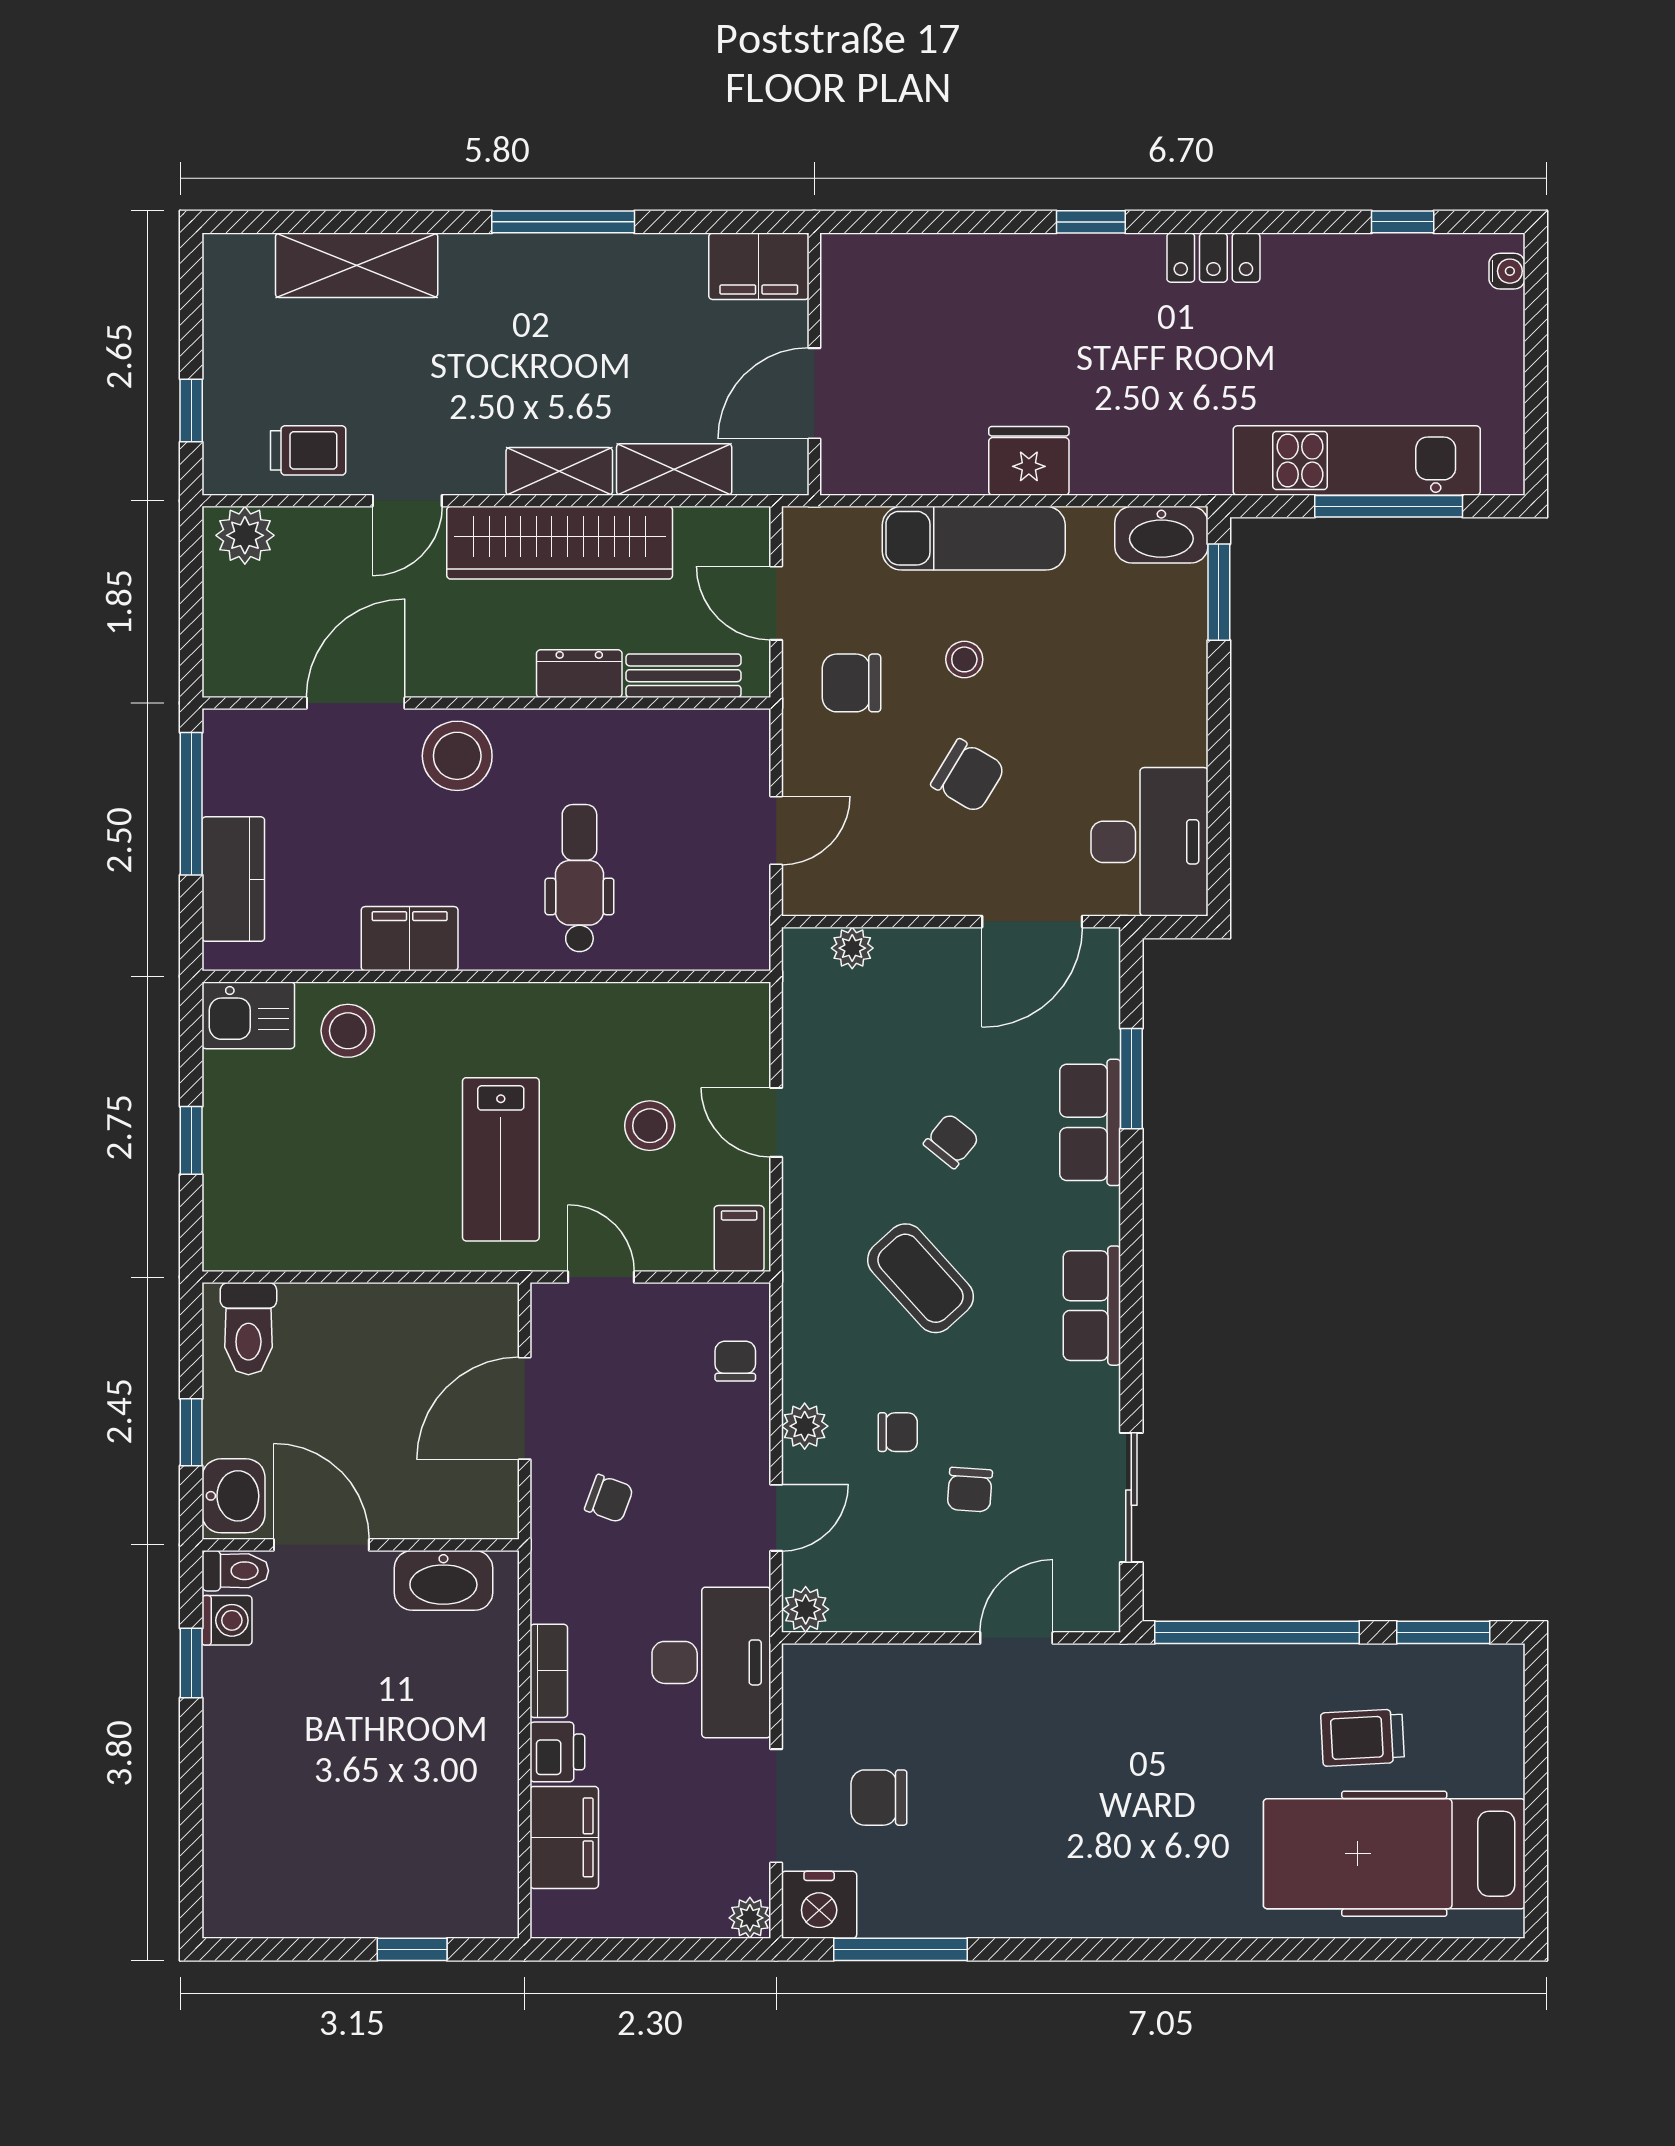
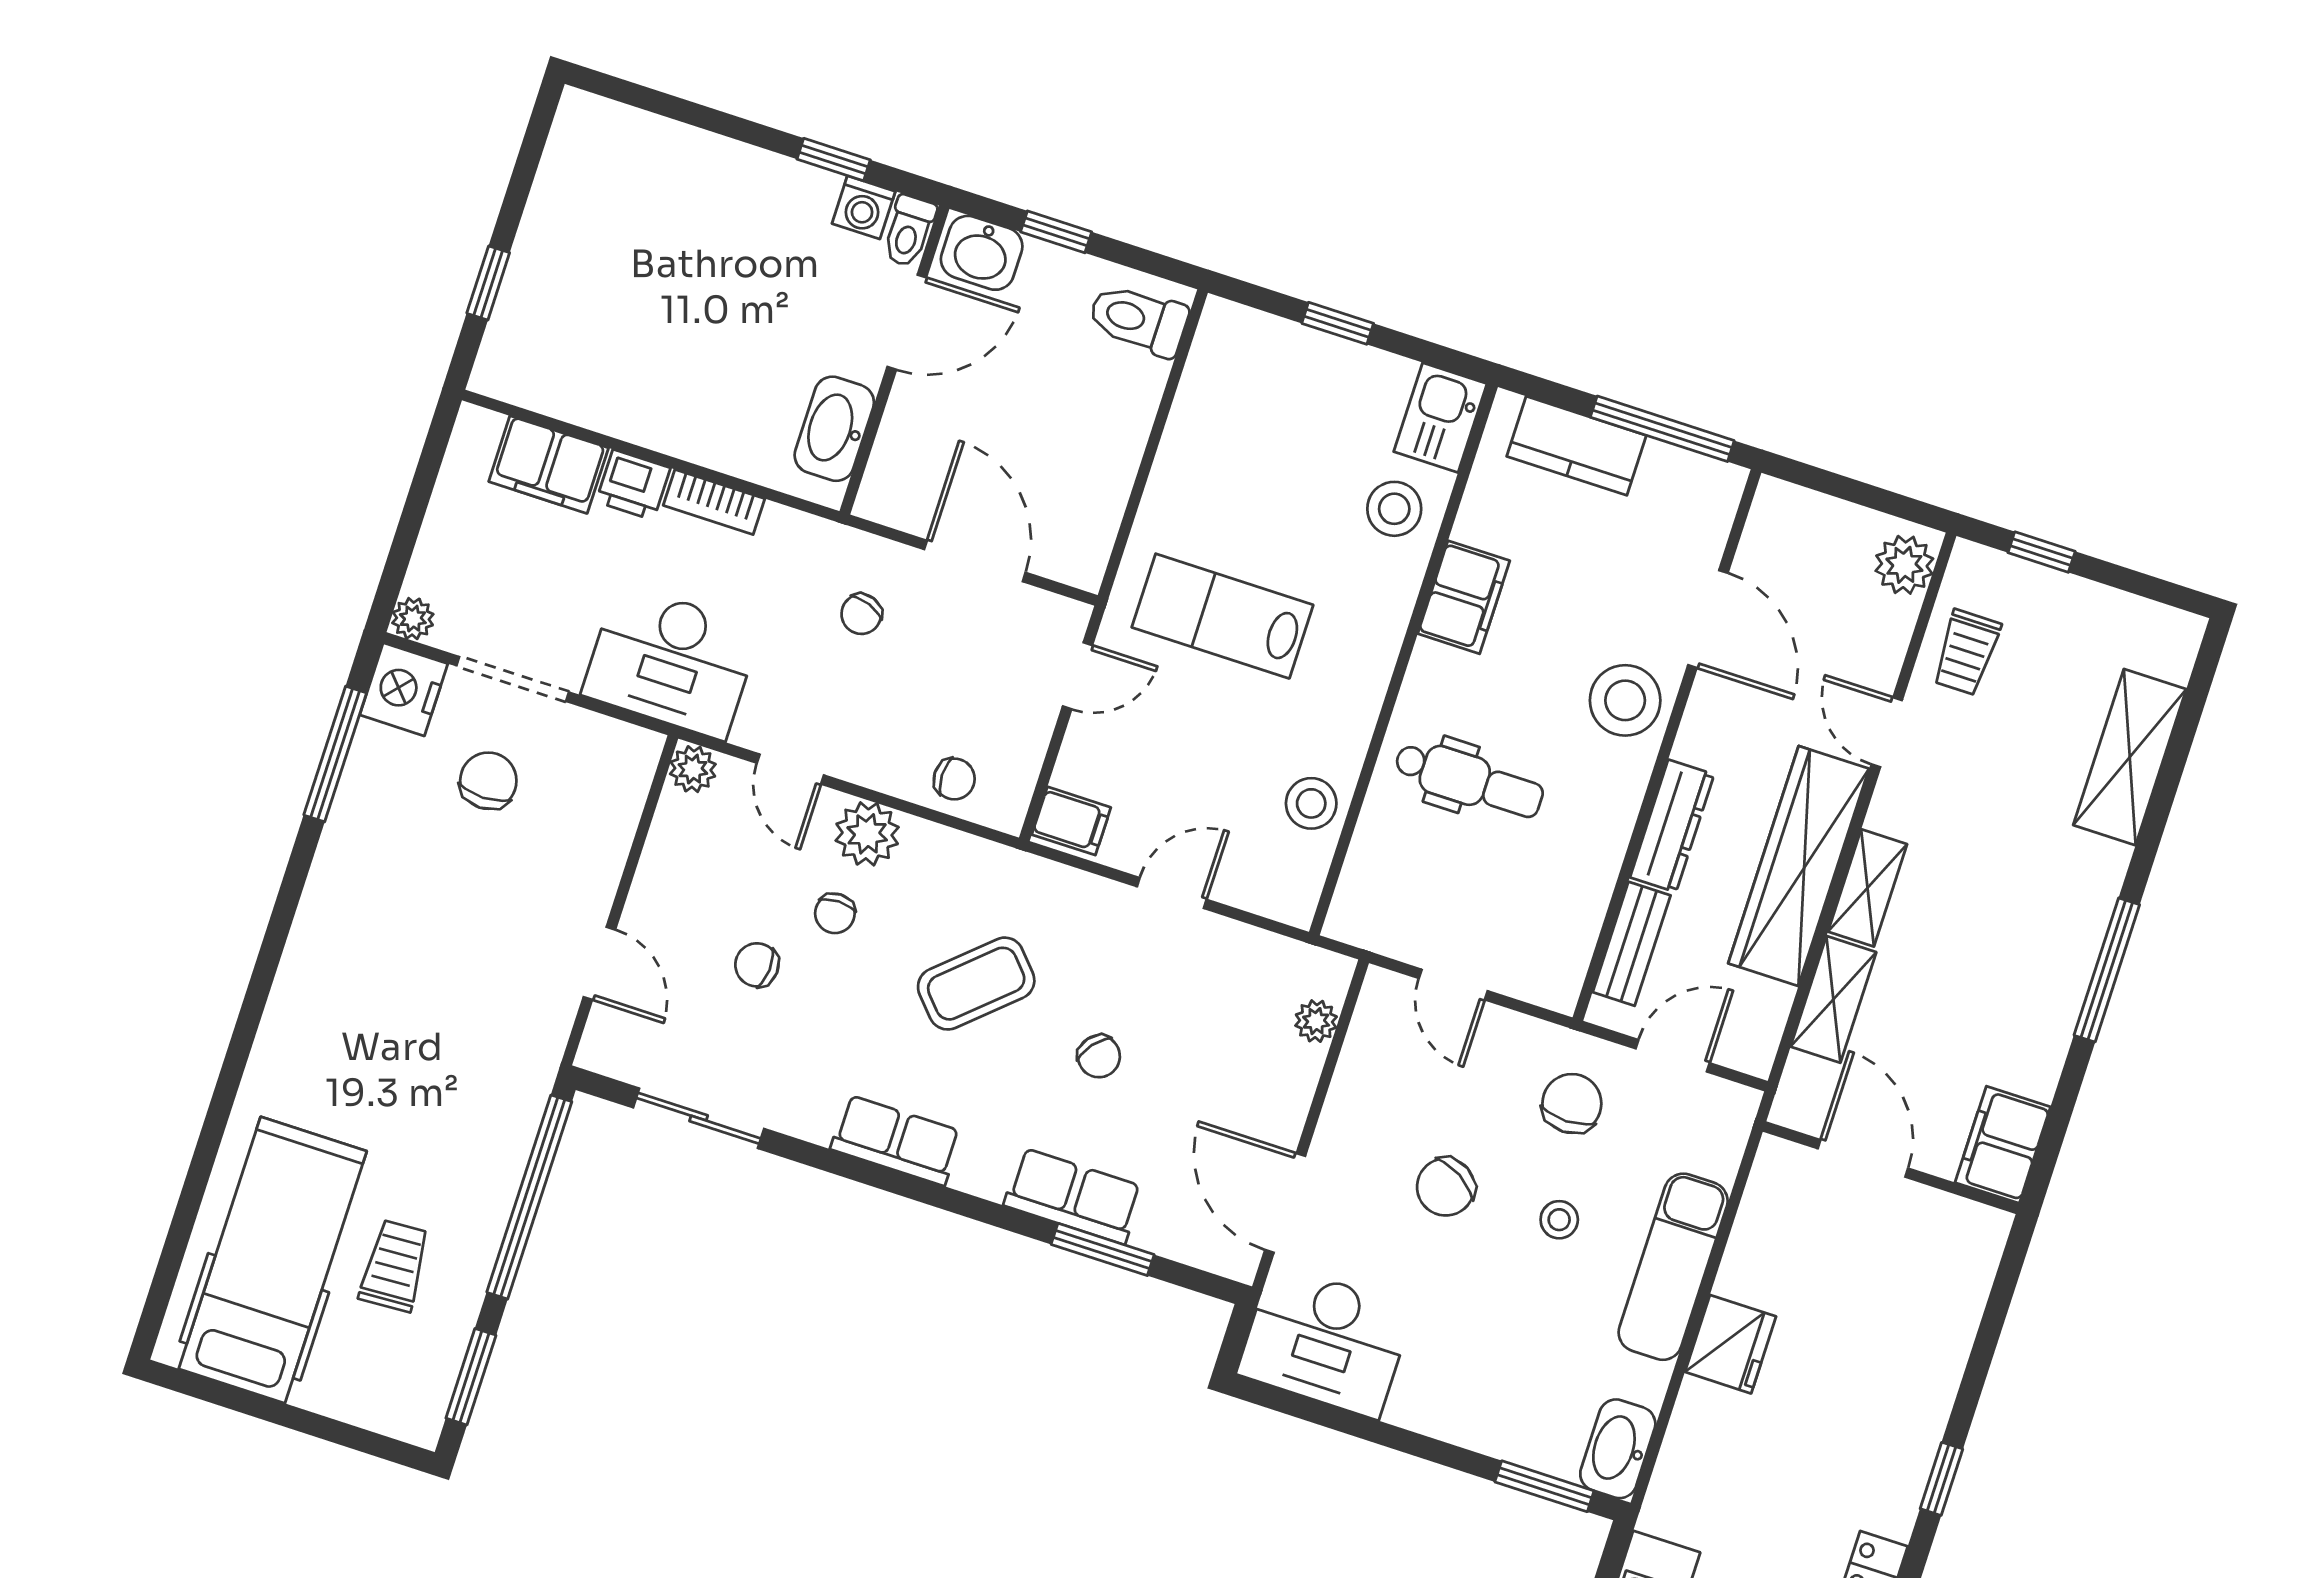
dresser: (579, 674) -> (1672, 826), width x1.44
stool: (650, 1126) -> (1311, 803), moved
plant: (805, 1426) -> (867, 834), width x1.38, depth x1.38

